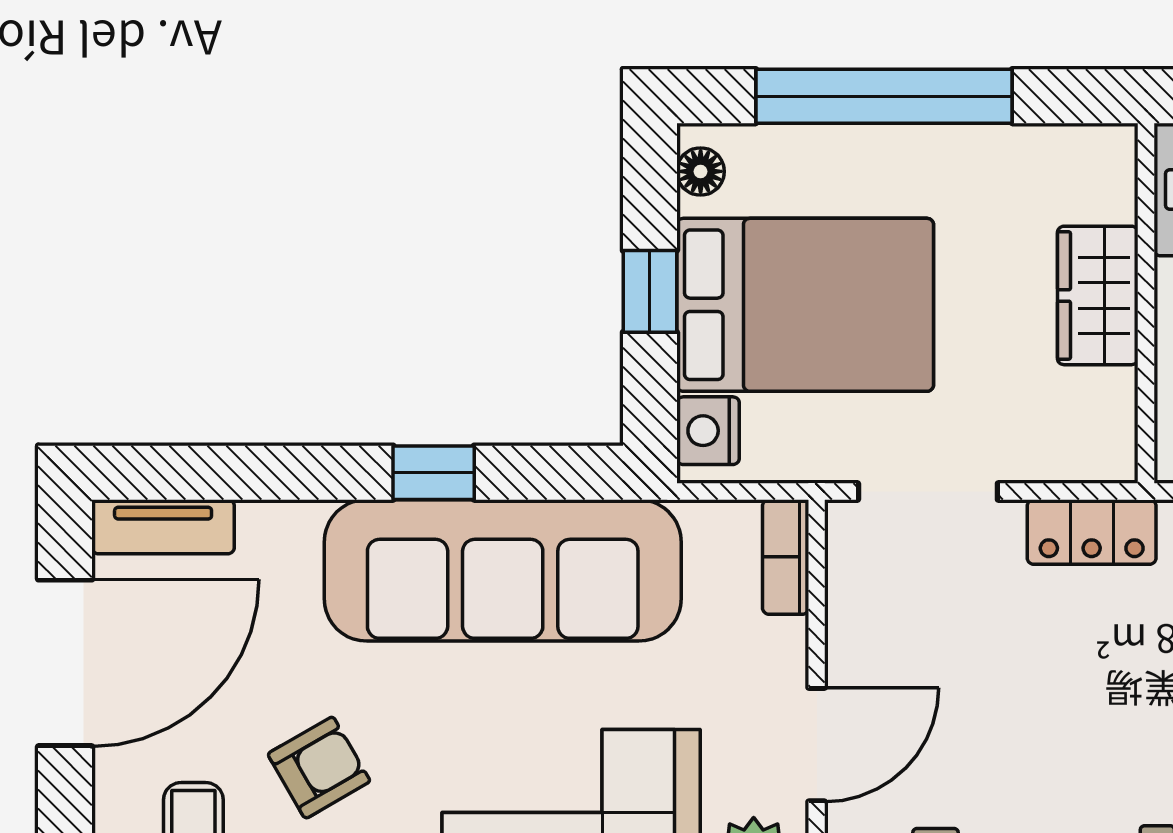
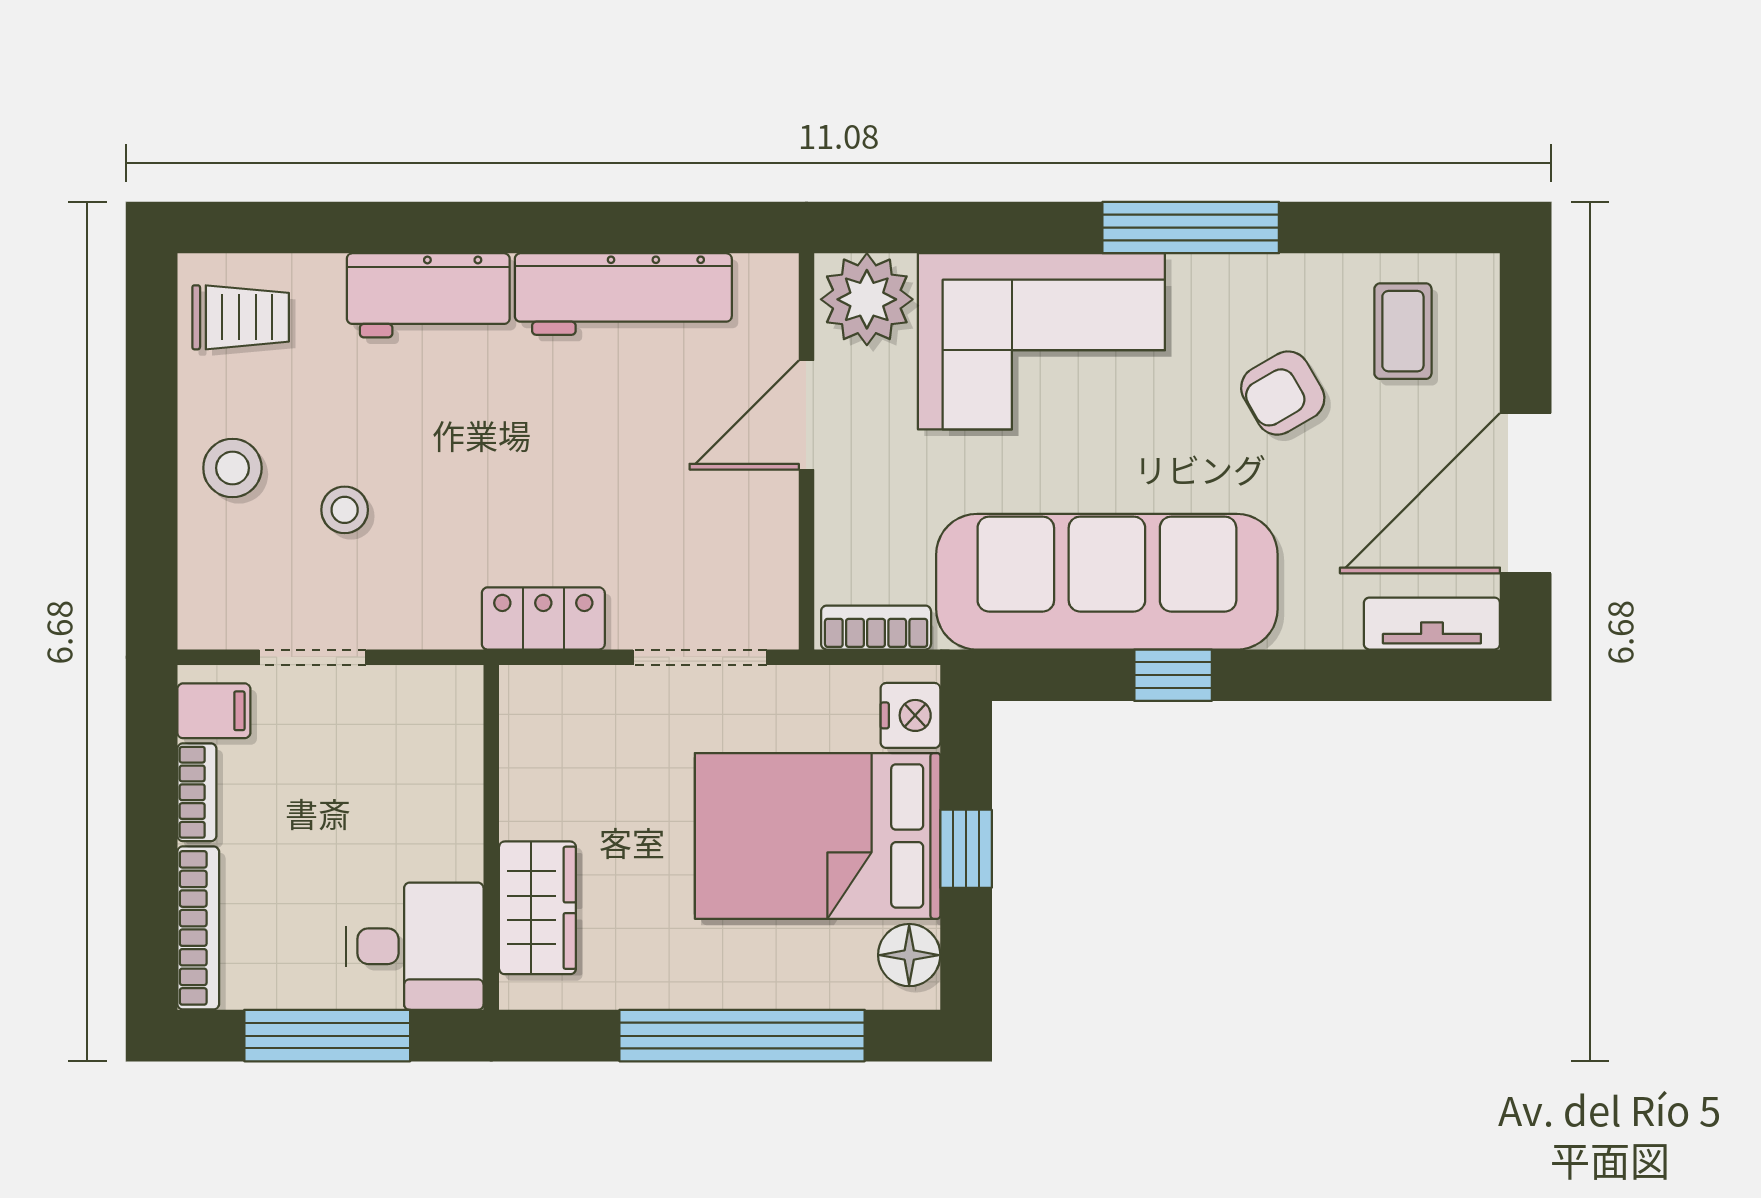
floor lamp: (701, 171) -> (909, 955), width x1.37, depth x1.37
wardrobe: (1098, 295) -> (537, 908), moved
bookcase: (786, 557) -> (876, 628), moved, turned -90

